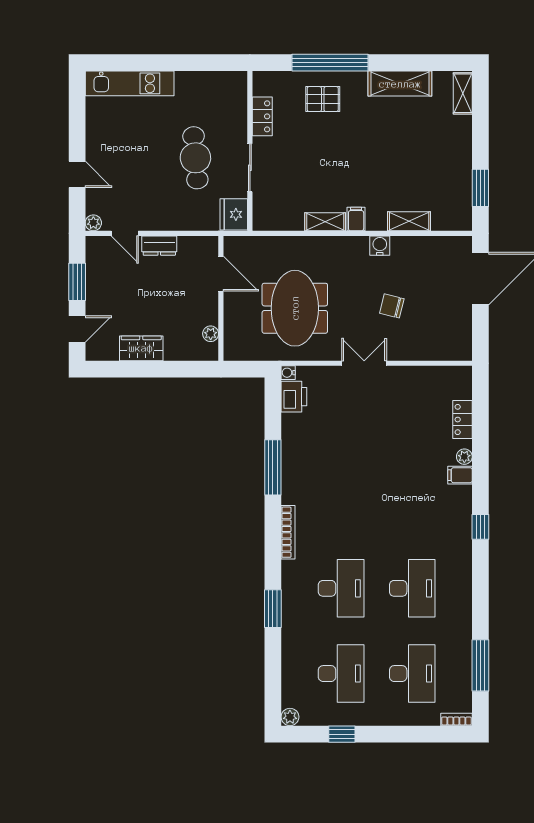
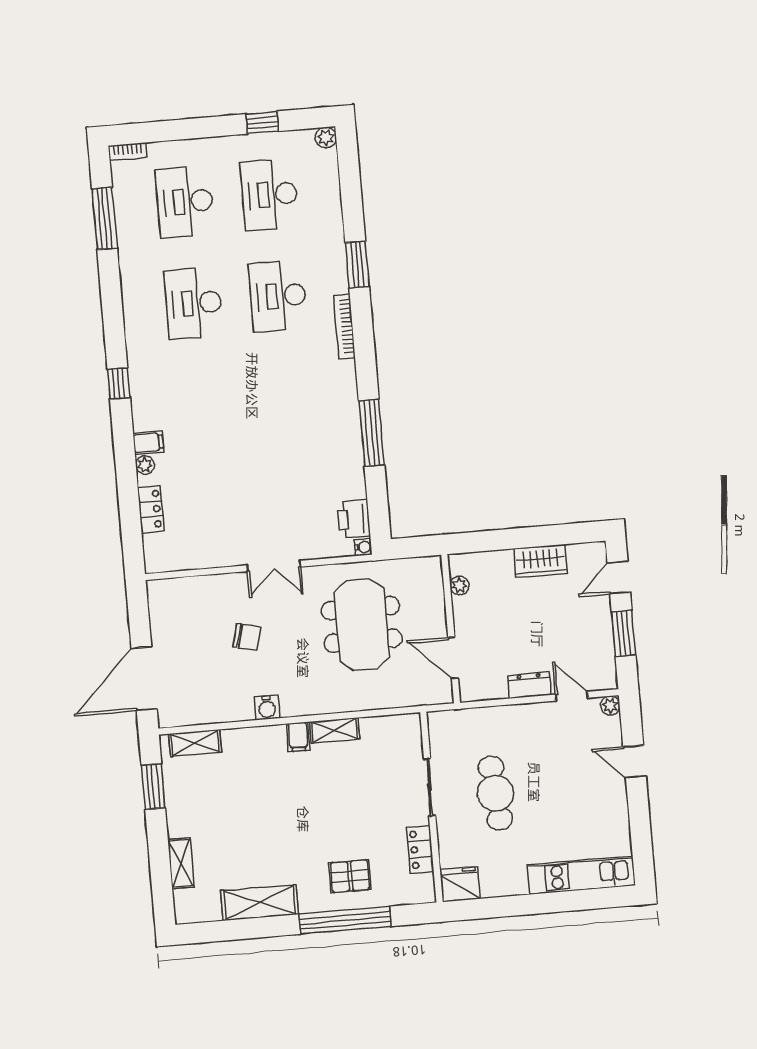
shelving: (463, 93) -> (181, 863), moved
fridge: (234, 214) -> (460, 884), moved, turned -90
shelving: (409, 221) -> (195, 743), moved
bookcase: (288, 532) -> (344, 327), moved

